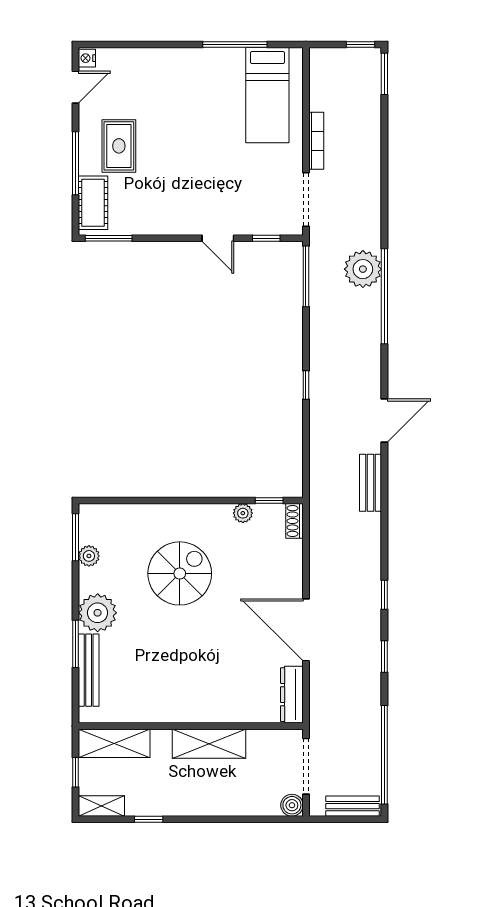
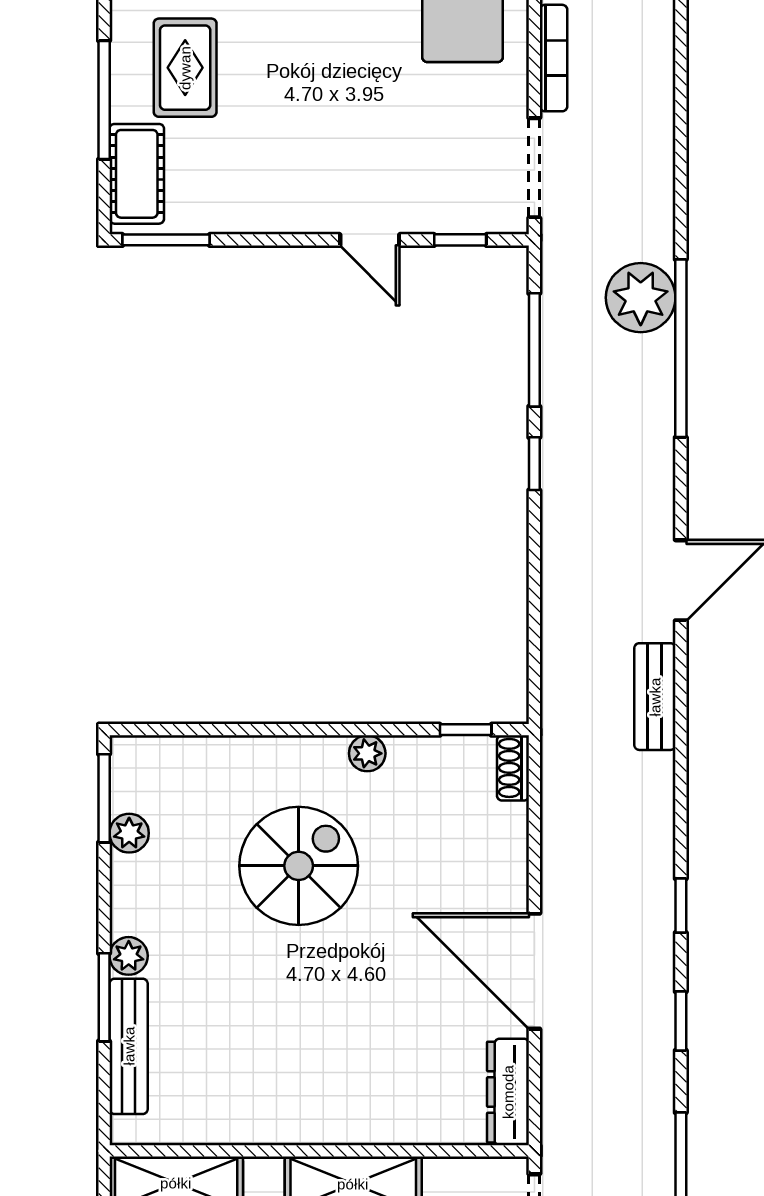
window: (306, 276) -> (534, 350), moved
window: (306, 385) -> (534, 464), moved
plant: (243, 513) -> (367, 753), moved
plant: (98, 613) -> (129, 956), width x0.53, depth x0.53

